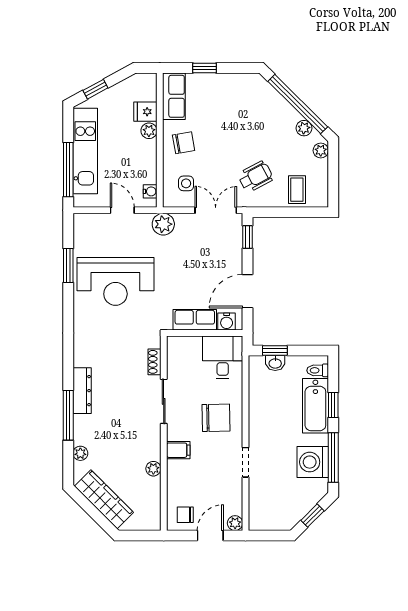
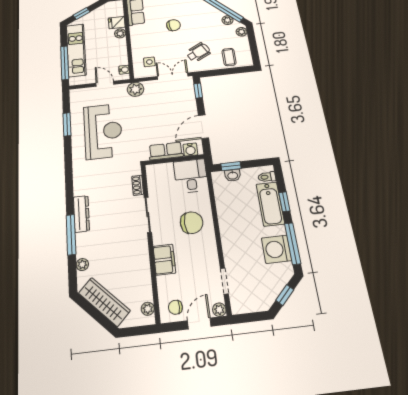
chair: (184, 143) -> (173, 25), moved
reception desk: (115, 281) -> (103, 131), turned -90
filing cabinet: (178, 450) -> (164, 260), width x2.00
doorway: (246, 462) -> (224, 281), moved
plant: (153, 469) -> (148, 309), moved

